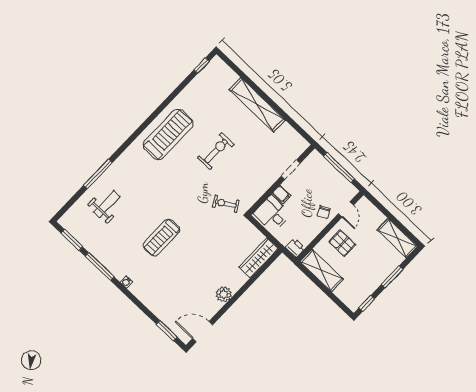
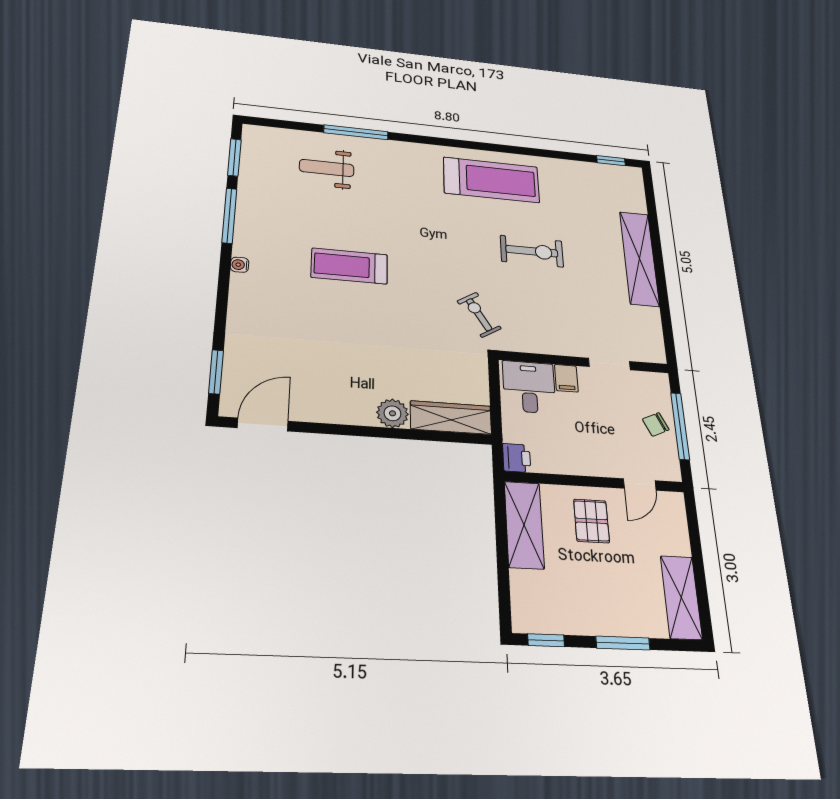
weight bench: (107, 204) -> (327, 168), turned 180
chair: (324, 212) -> (656, 424), moved
plant: (224, 294) -> (392, 413), moved
door: (203, 332) -> (263, 424), hinge flipped

